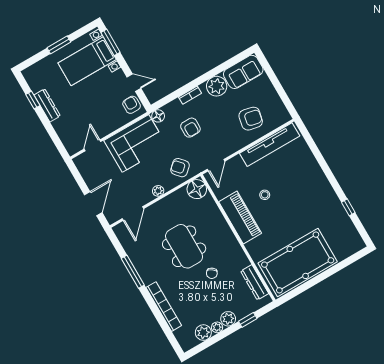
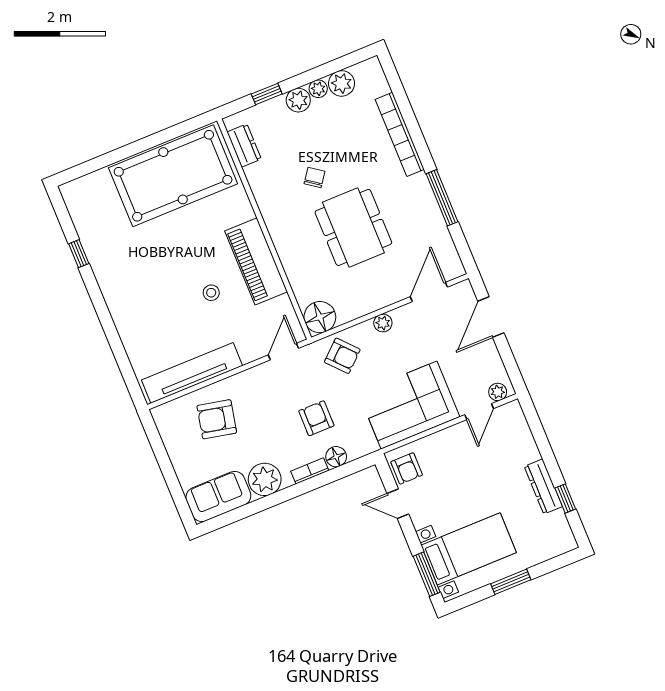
floor lamp: (158, 116) -> (336, 457), moved
plant: (83, 159) -> (498, 392), added
dresser: (255, 282) -> (244, 145), width x0.70

